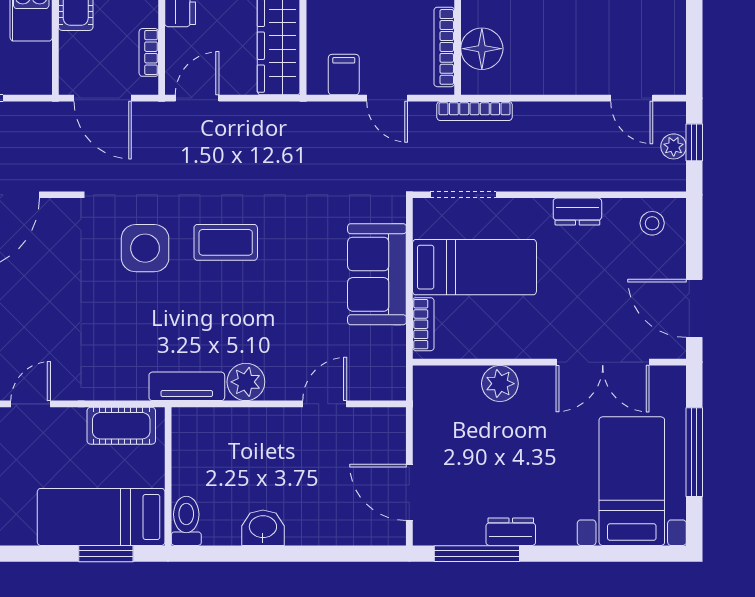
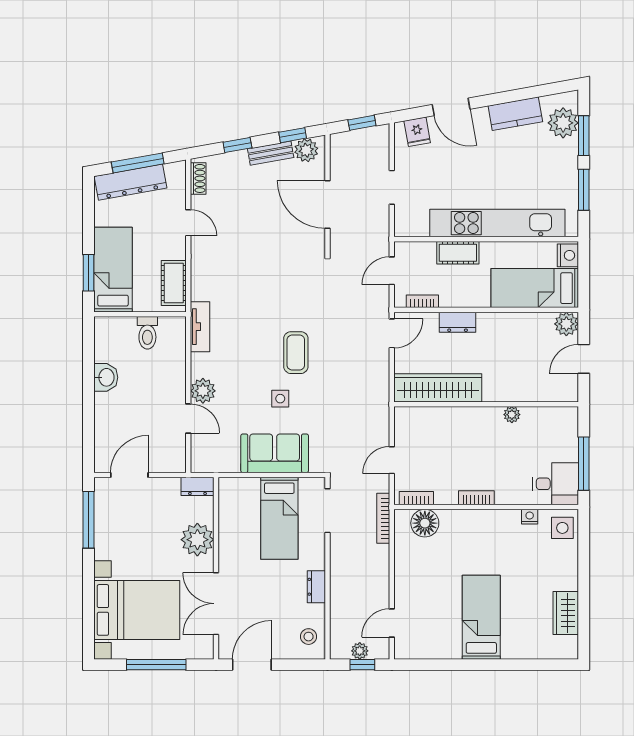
bookcase: (444, 47) -> (416, 498), width x0.64
filing cabinet: (344, 75) -> (408, 431), removed
door: (103, 98) -> (392, 271), width x0.73
door: (197, 98) -> (392, 333), hinge flipped
side table: (145, 248) -> (280, 399), moved, width x0.54, depth x0.54
bookcase: (423, 324) -> (241, 484), removed
plant: (246, 382) -> (203, 391), moved
plant: (500, 384) -> (197, 540), width x1.36, depth x1.36
bed with nightstands: (632, 481) -> (137, 610), width x1.36
toilet: (186, 521) -> (147, 333), moved, turned 90
dresser: (511, 532) -> (197, 486), moved, turned 90

